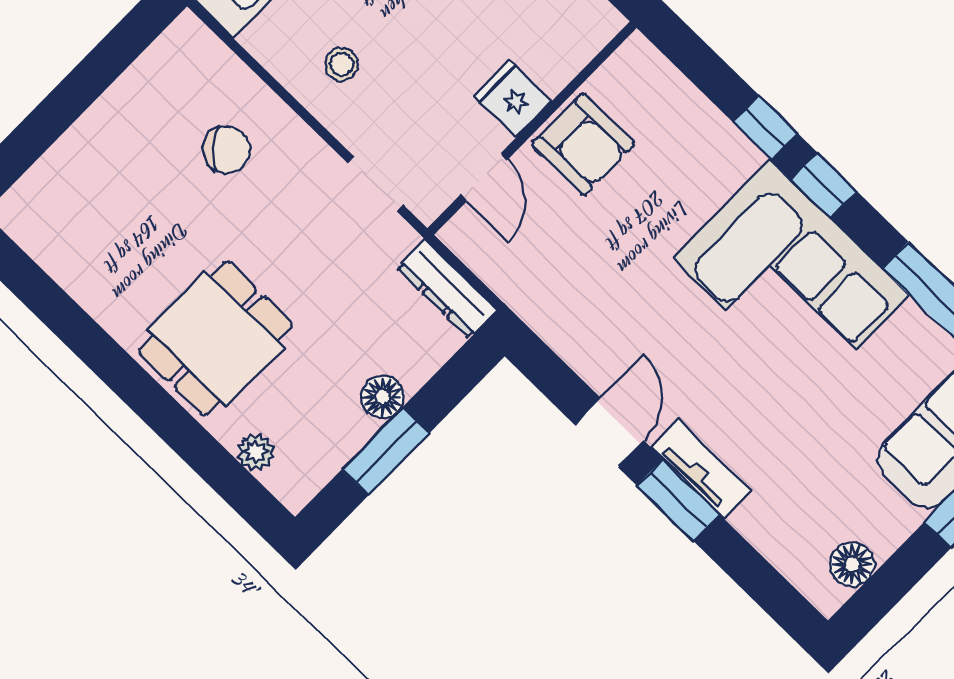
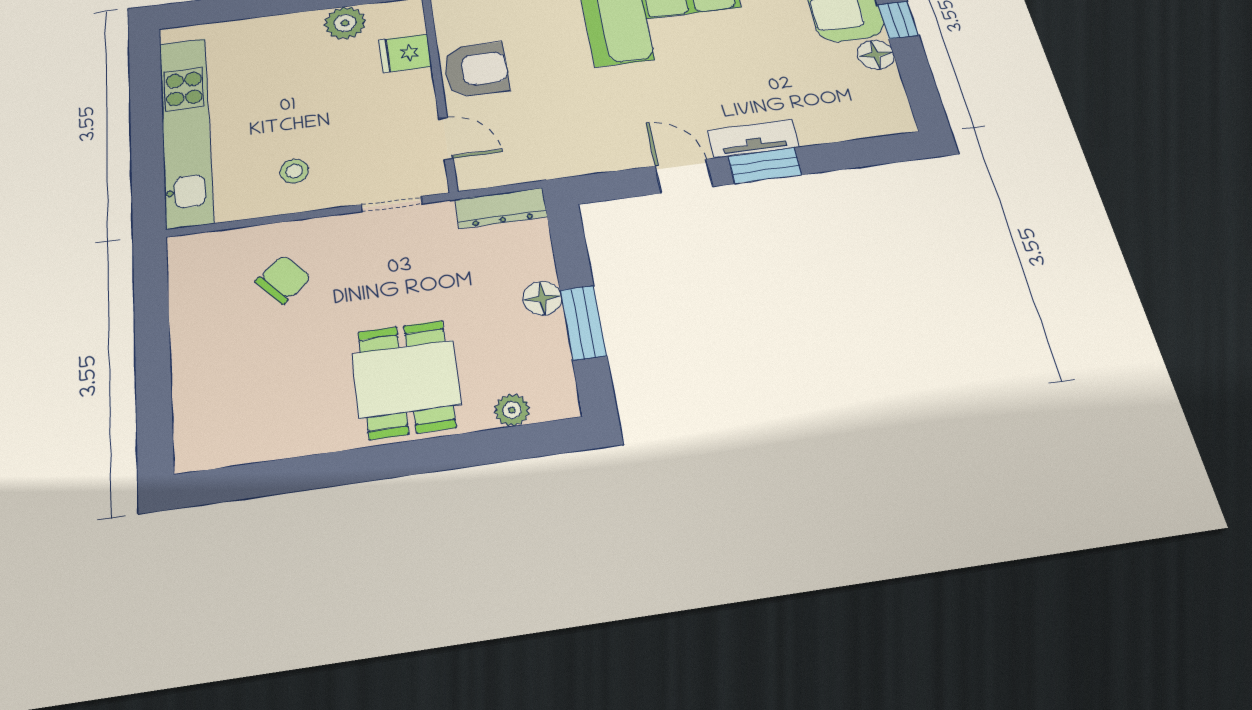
fridge: (513, 98) -> (405, 53), moved
floor lamp: (852, 564) -> (876, 55), moved

